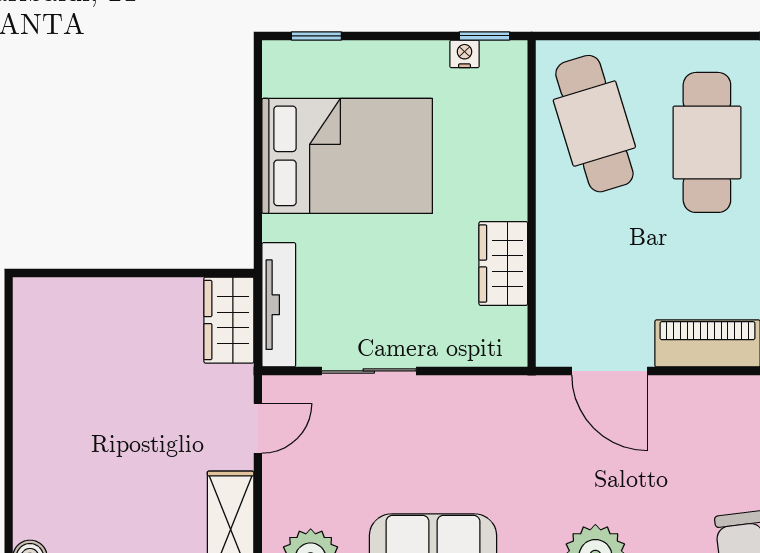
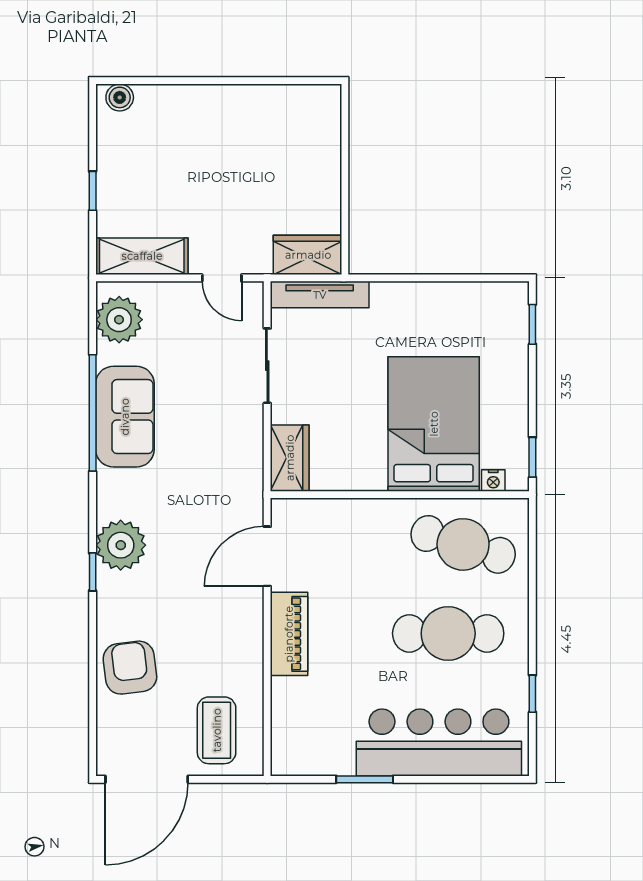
nightstand: (465, 54) -> (493, 480), moved, turned 90
cafe table: (594, 124) -> (463, 544), turned 34
bed: (347, 156) -> (434, 424), moved, turned 180
wardrobe: (503, 264) -> (290, 458), moved, turned 90

